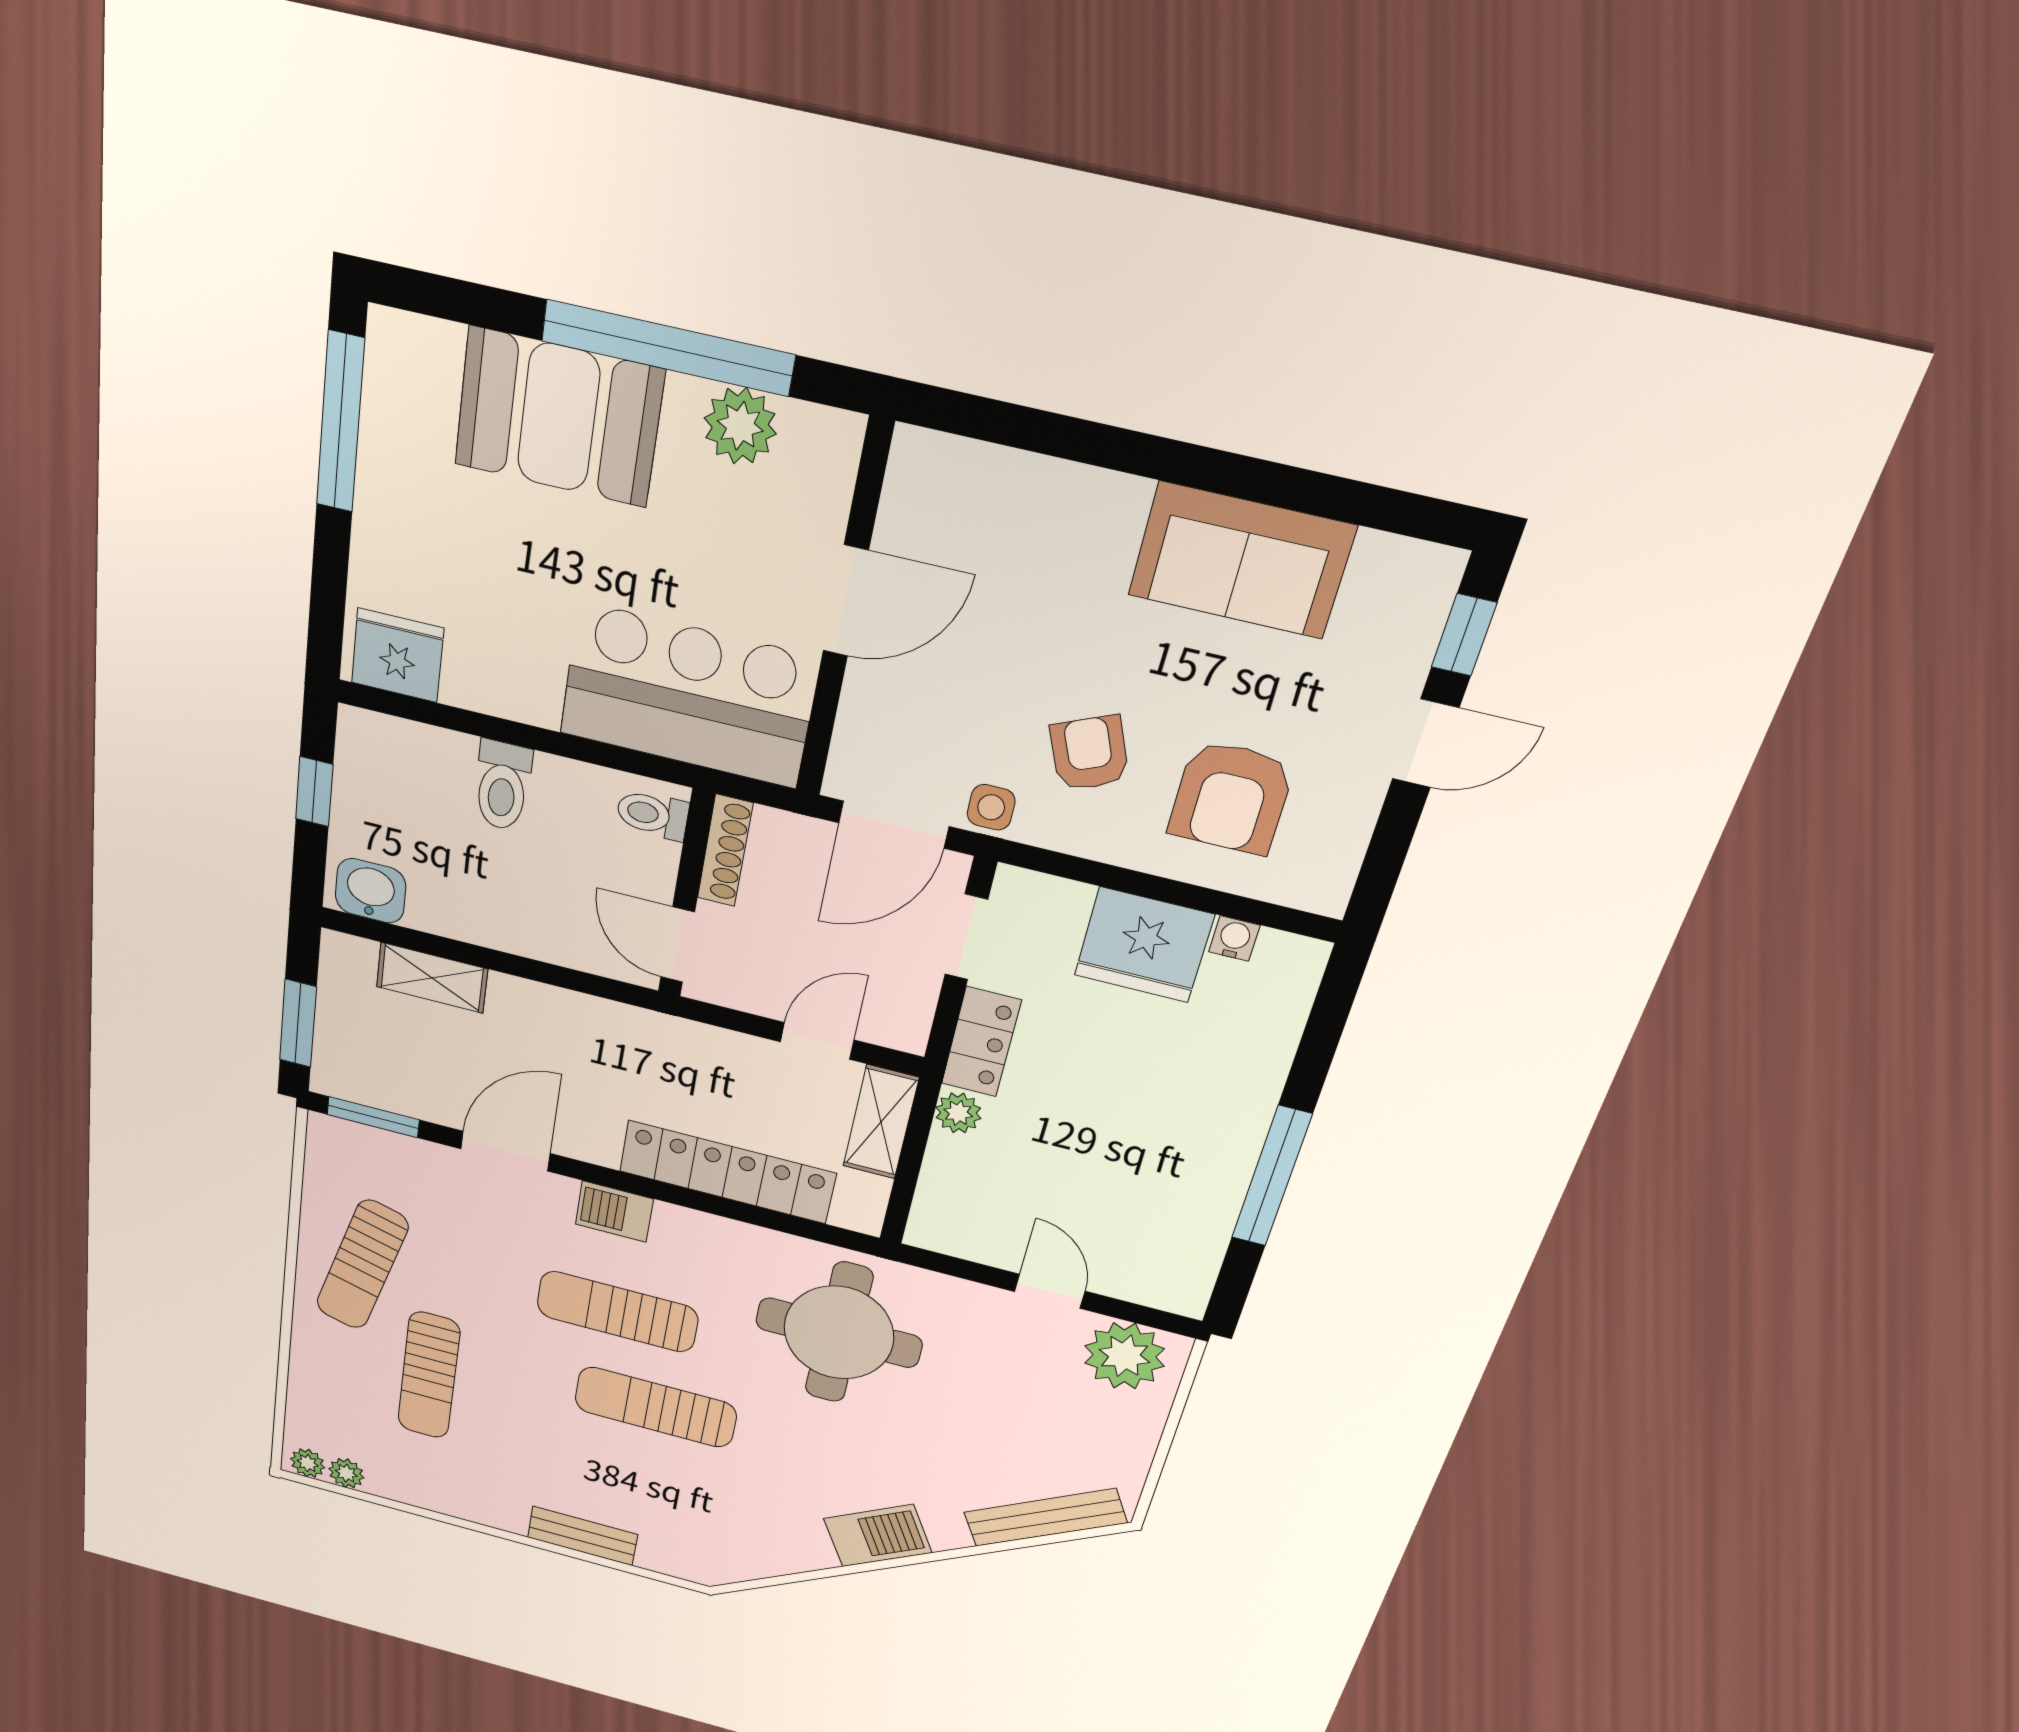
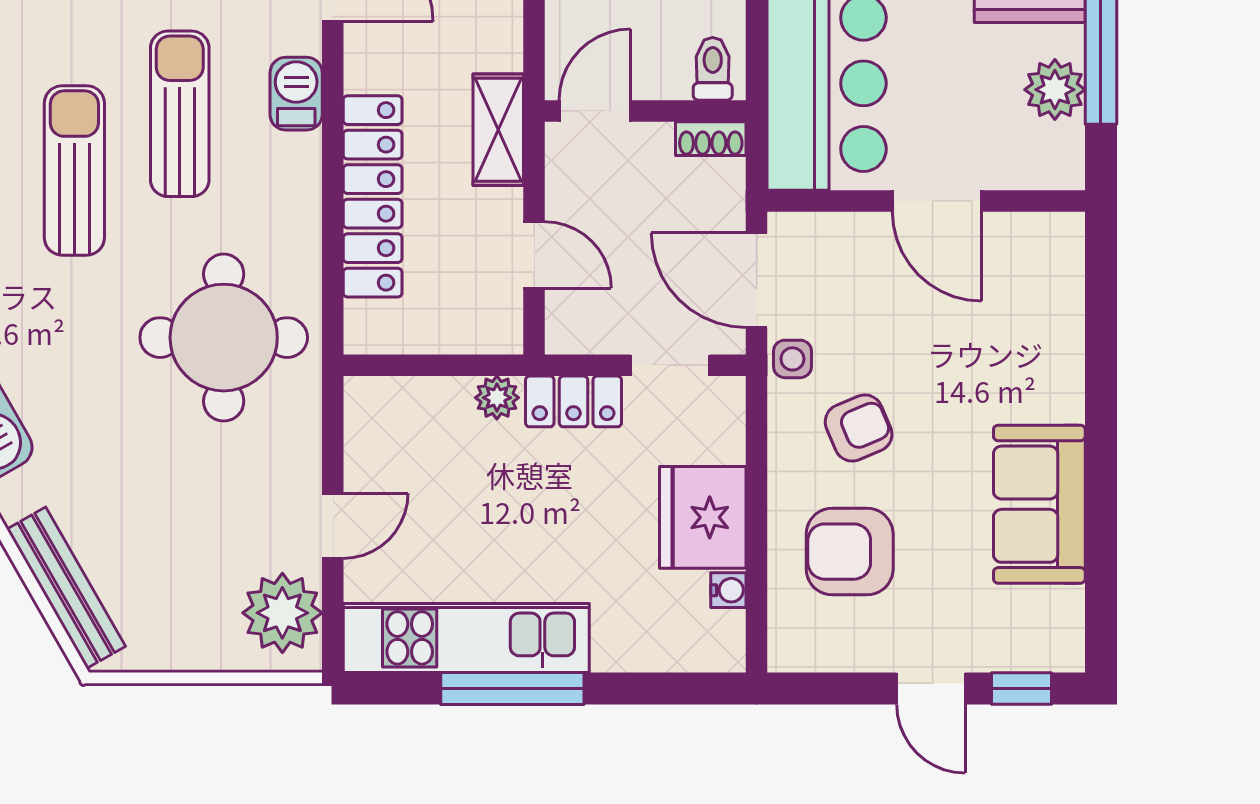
shoe rack: (725, 851) -> (711, 139), width x0.70
shelving: (881, 1122) -> (498, 130), moved, turned 90
kitchen unit: (1203, 1205) -> (466, 638), added

